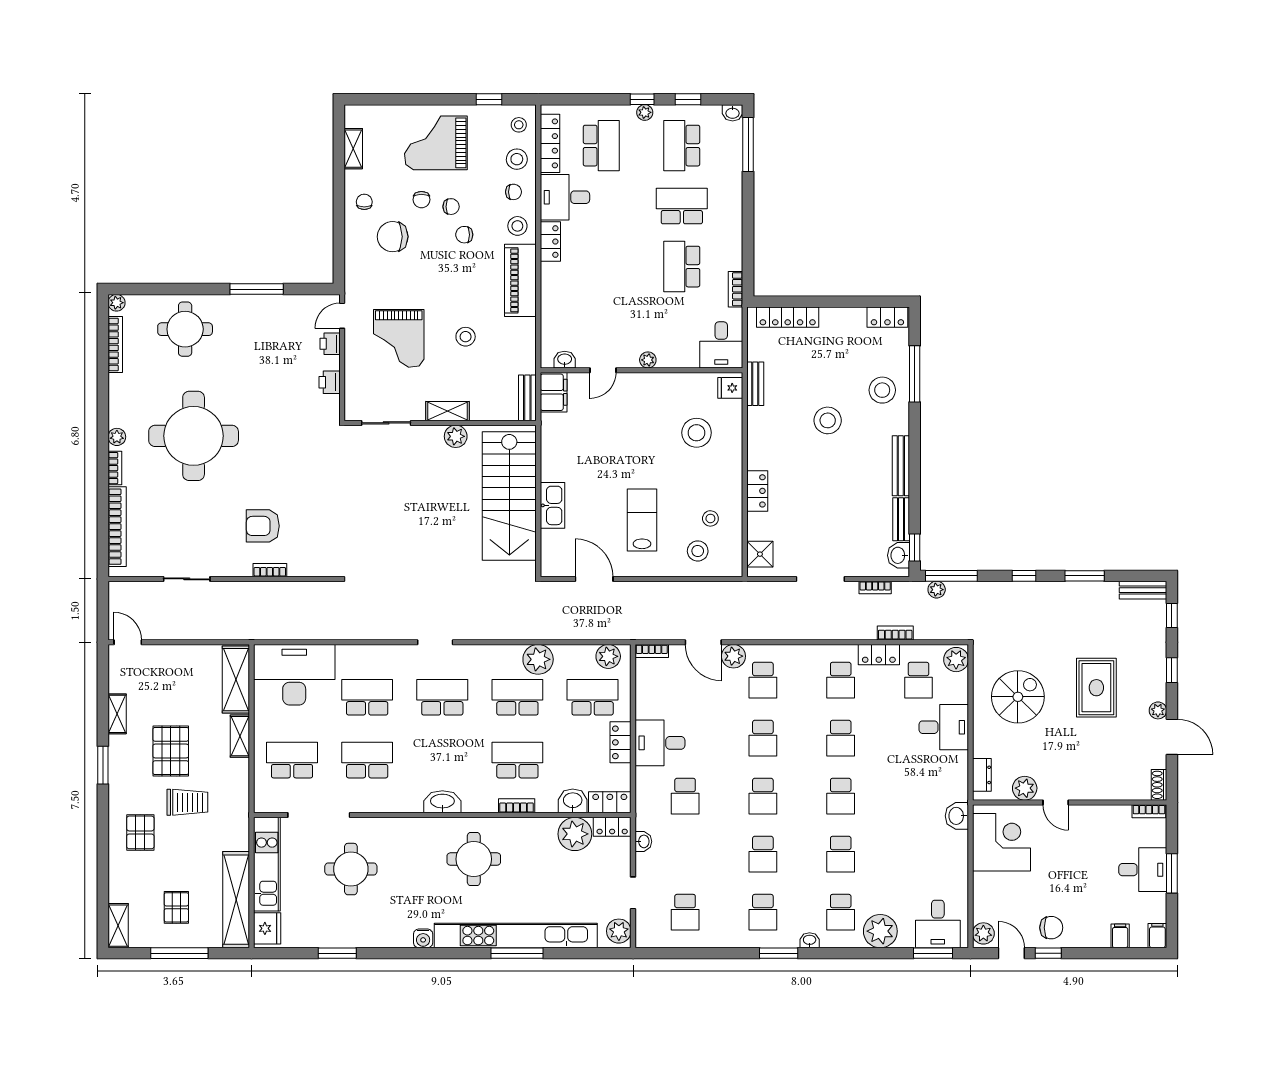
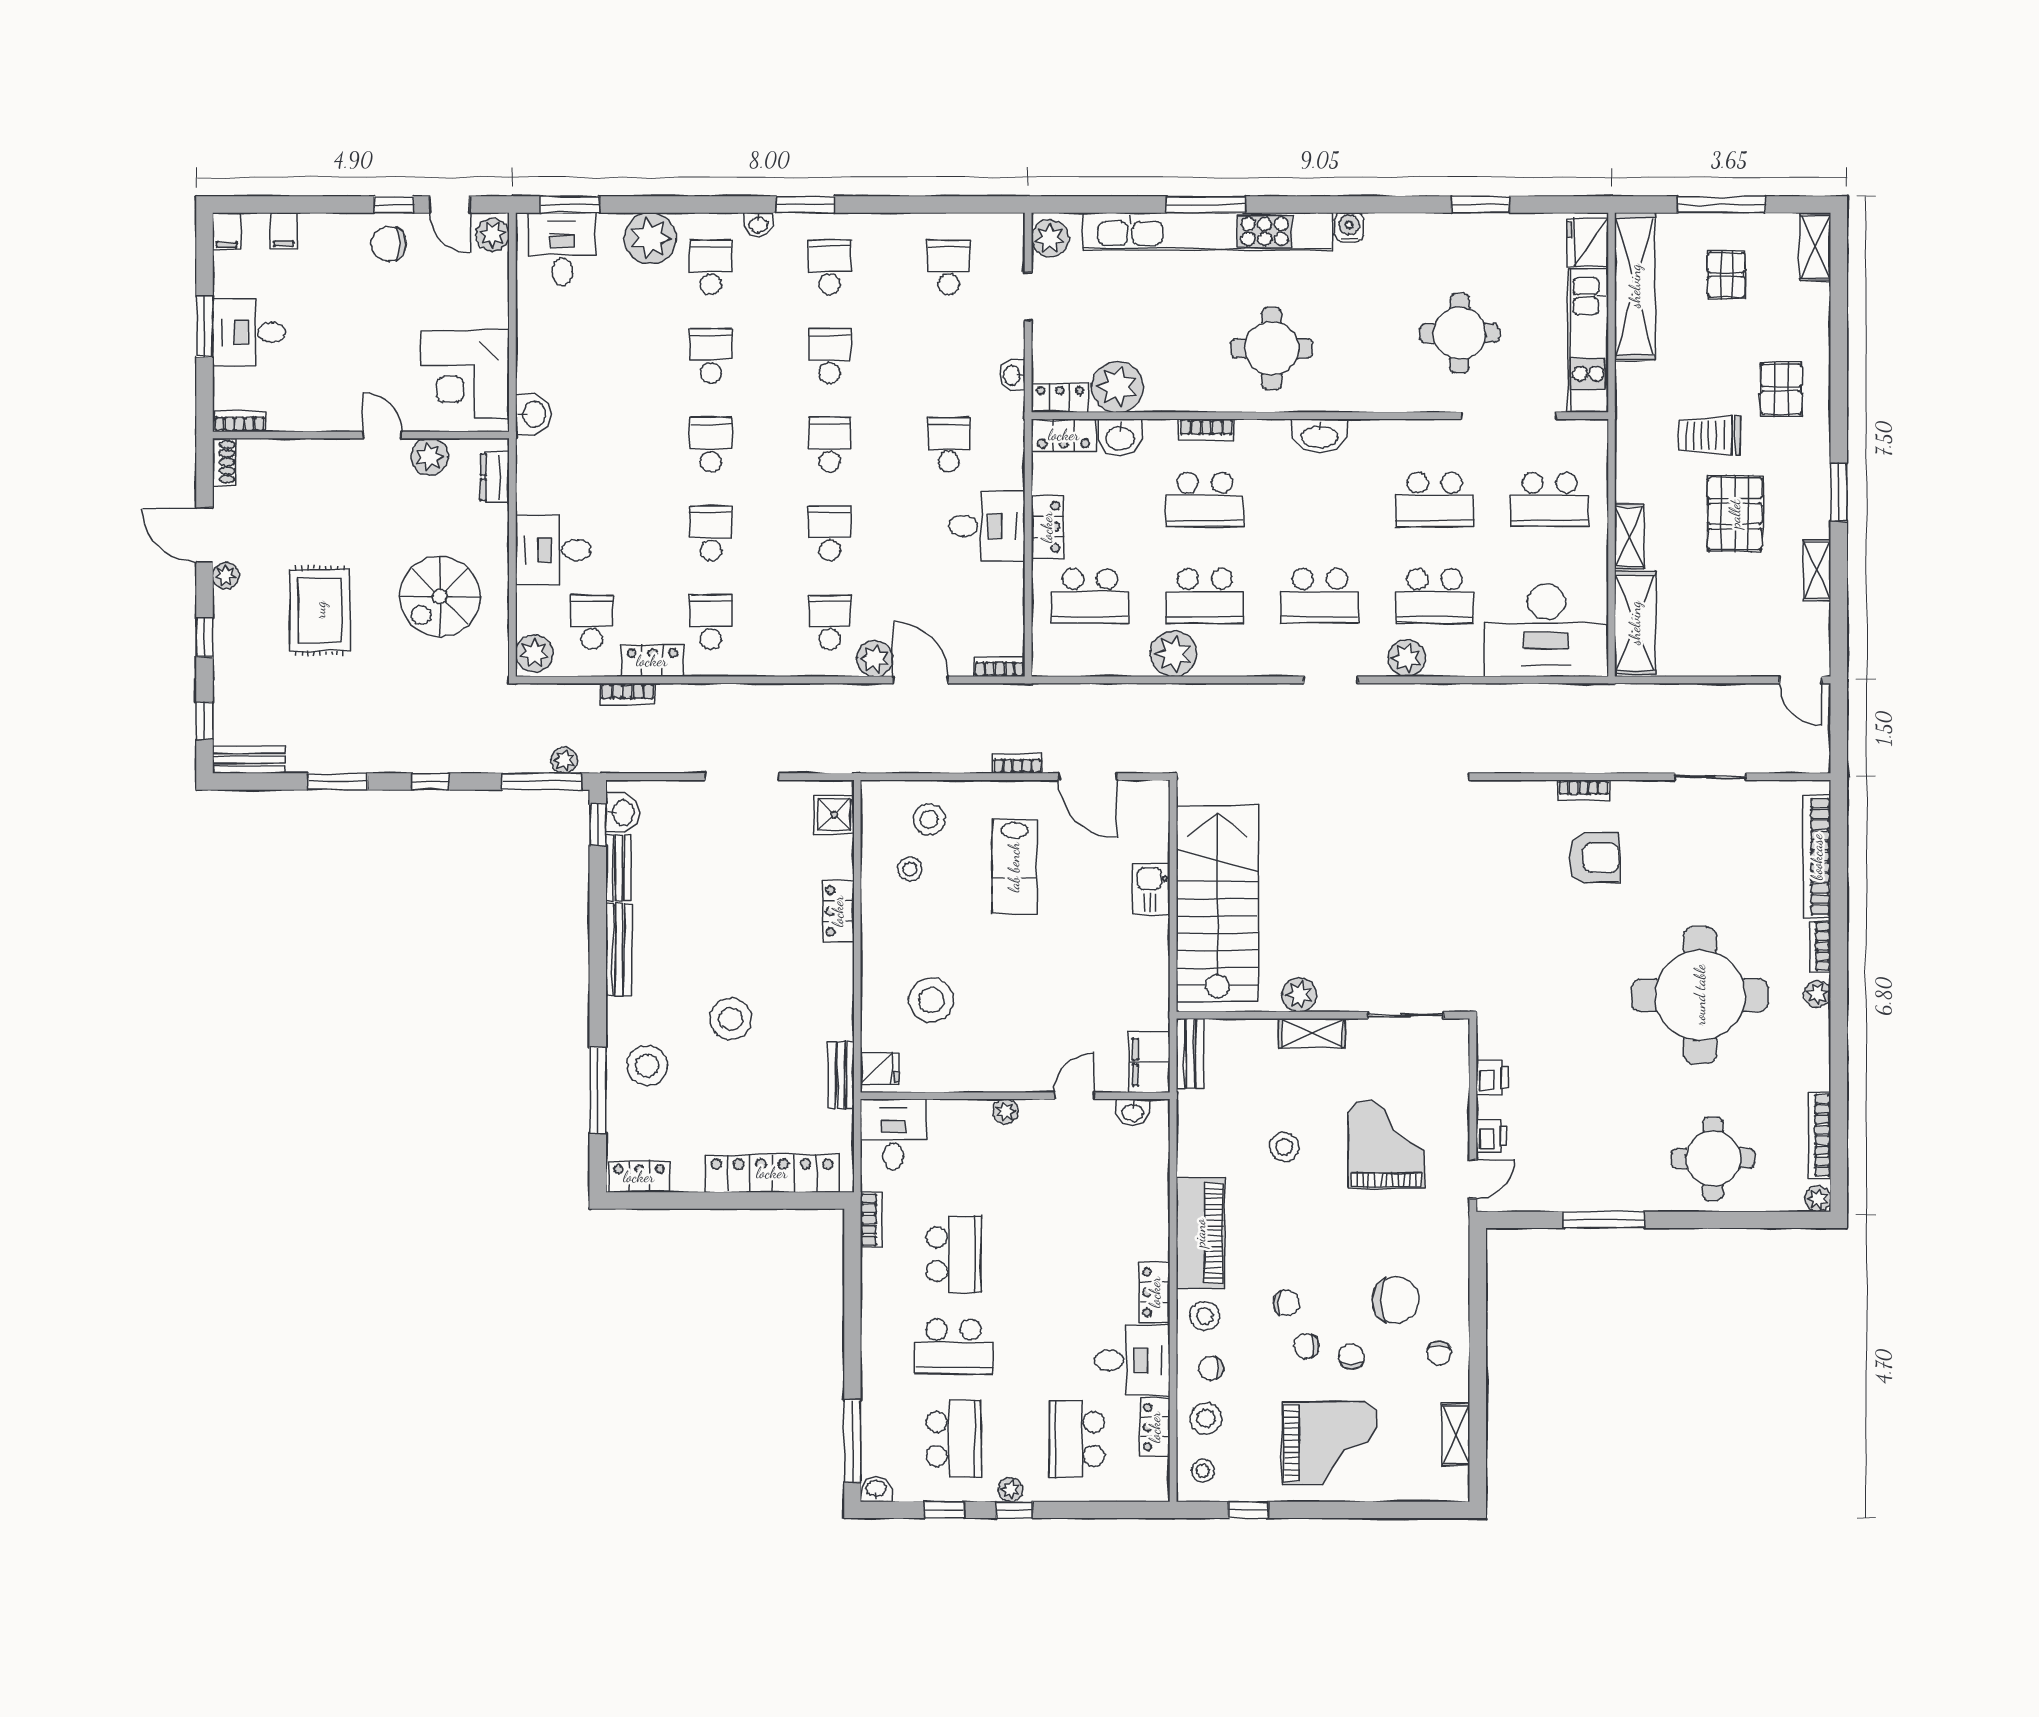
locker: (550, 143) -> (1155, 1427), width x0.66
locker: (788, 317) -> (772, 1173), width x1.41, depth x1.21
kitchen sink: (552, 505) -> (1151, 889), width x0.73
bookcase: (875, 587) -> (1017, 764), moved
plant: (608, 656) -> (1407, 658), moved

